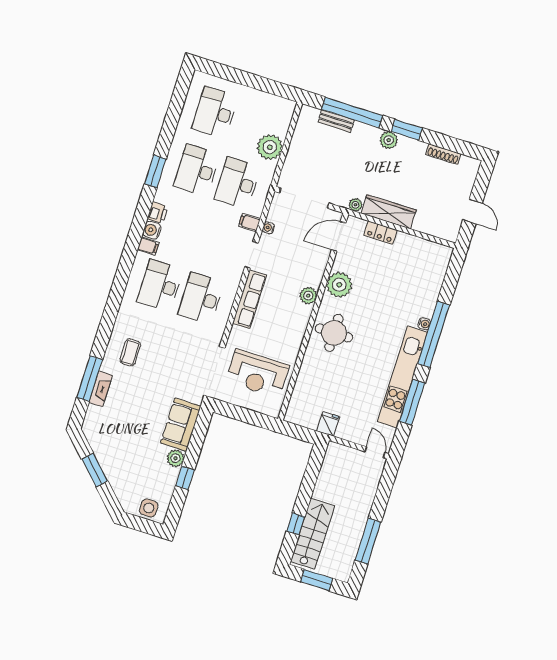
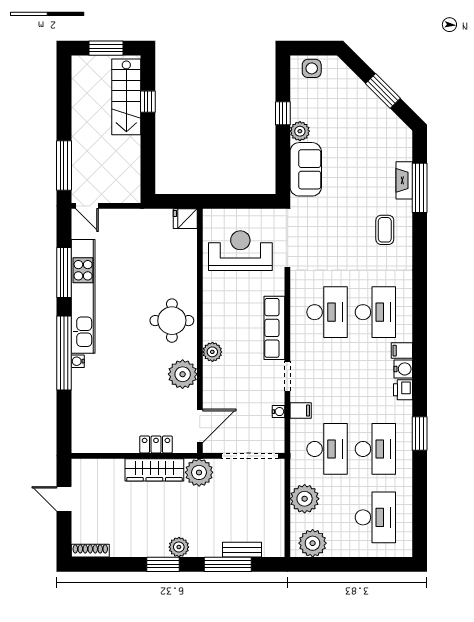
plant: (275, 108) -> (313, 543), added
window: (352, 112) -> (228, 564), width x0.68
shoe rack: (443, 154) -> (90, 551), moved
plant: (355, 205) -> (199, 472), width x1.87, depth x1.87
fridge: (328, 424) -> (185, 219), moved, turned 90
window: (368, 541) -> (64, 165), moved

